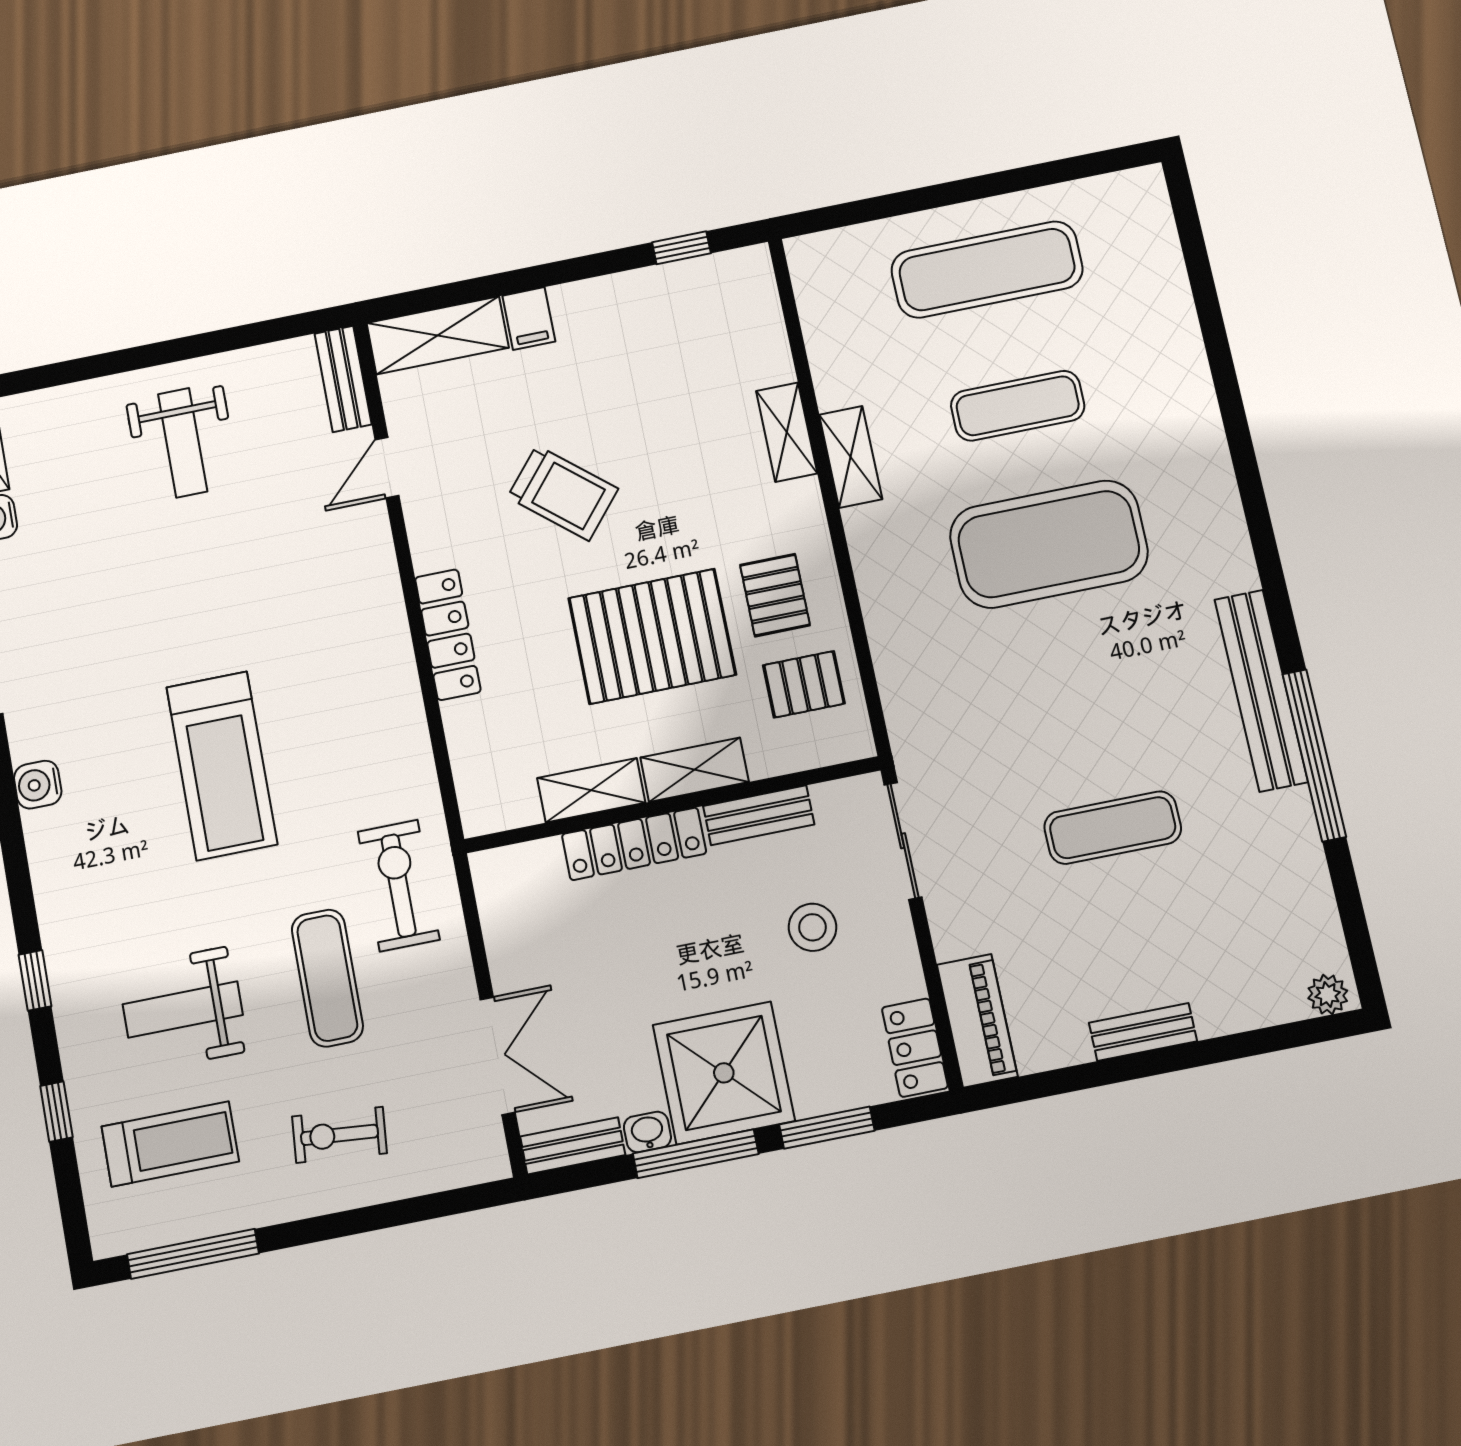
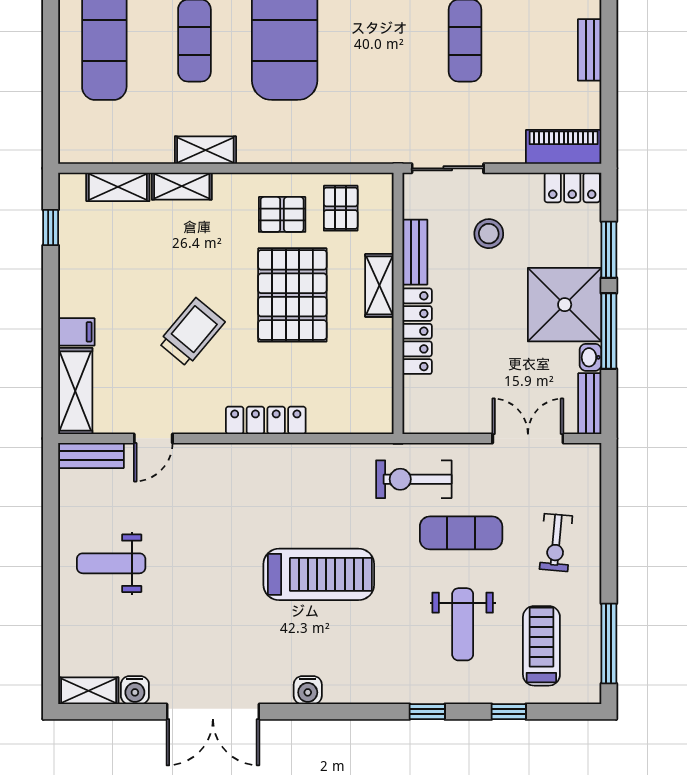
weight bench: (183, 443) -> (111, 563), turned 180
door: (387, 468) -> (153, 438), hinge flipped
shelving: (591, 790) -> (118, 187), moved, turned 90

